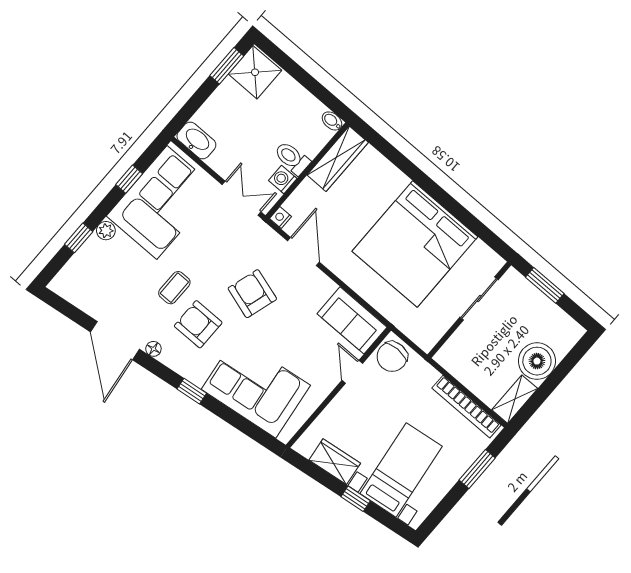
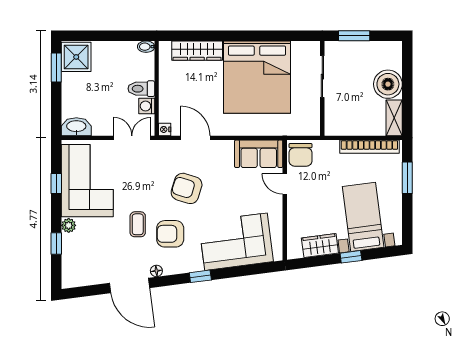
wardrobe: (338, 159) -> (197, 51), moved, turned 90

